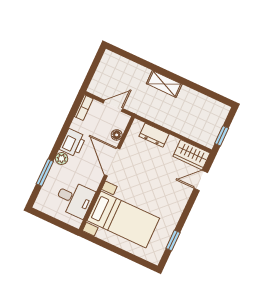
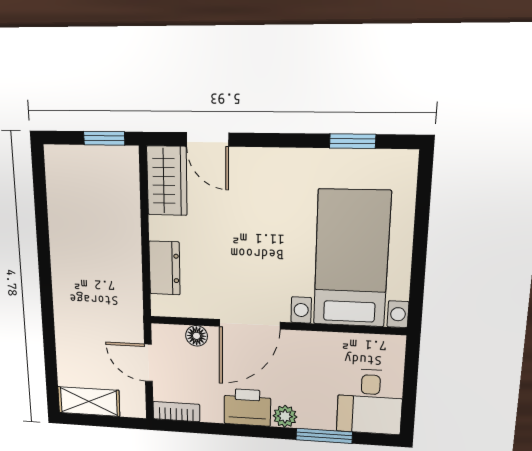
shelving: (164, 84) -> (89, 401), moved, turned 90
desk: (75, 199) -> (370, 402), moved, turned 180

